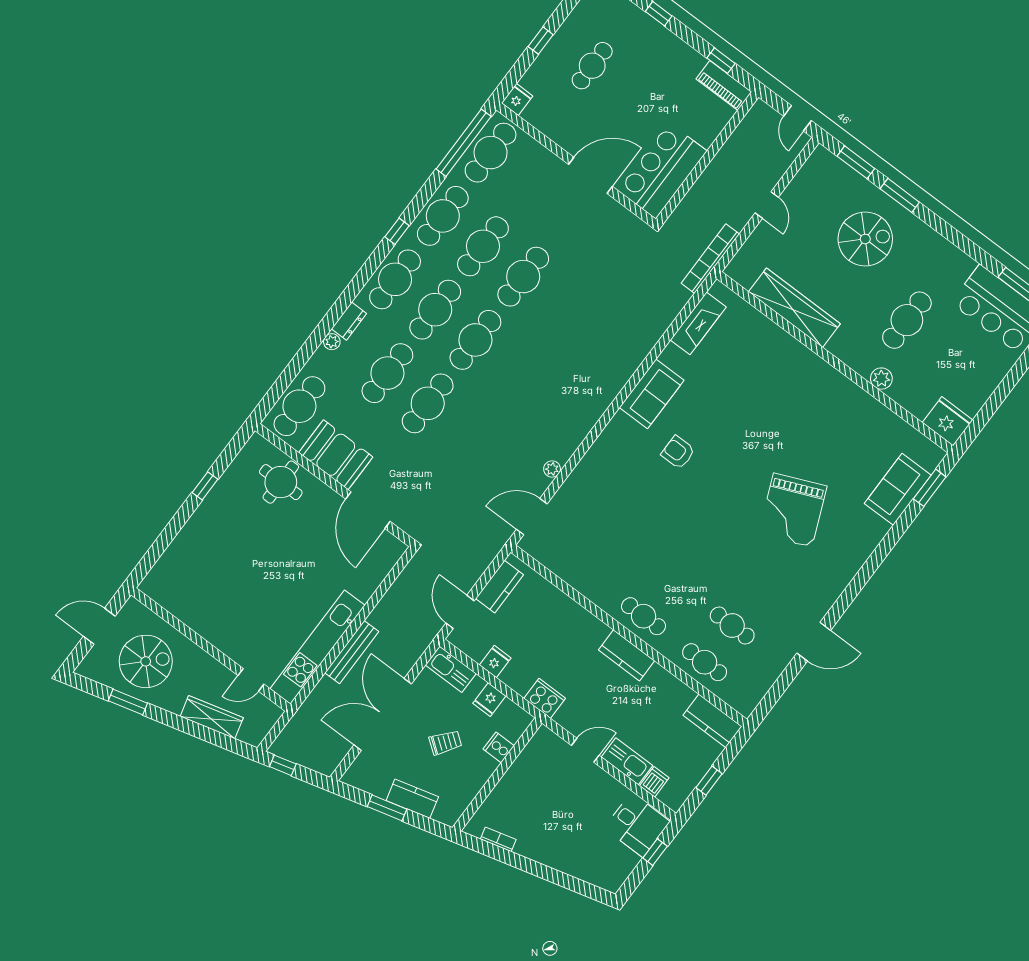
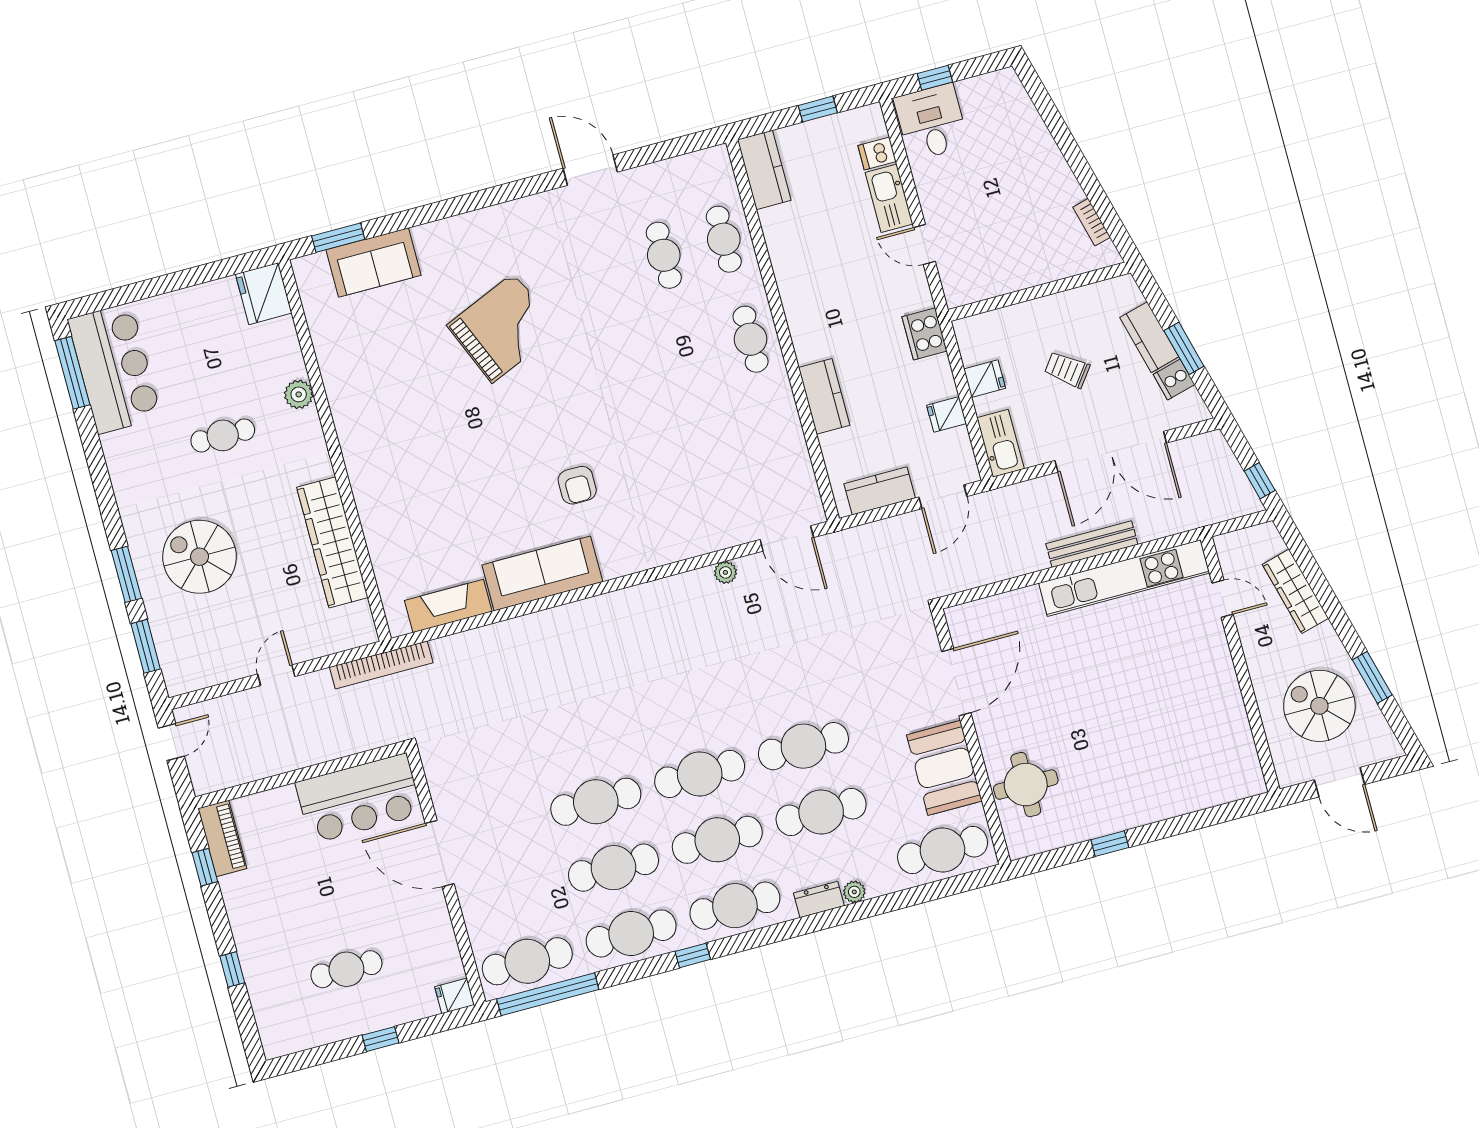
cafe table: (907, 320) -> (223, 435), width x0.73, depth x0.74
sofa: (652, 394) -> (542, 573), width x1.36
kitchen counter: (627, 655) -> (824, 396), moved
cooker: (499, 747) -> (1174, 379), moved, turned 75

